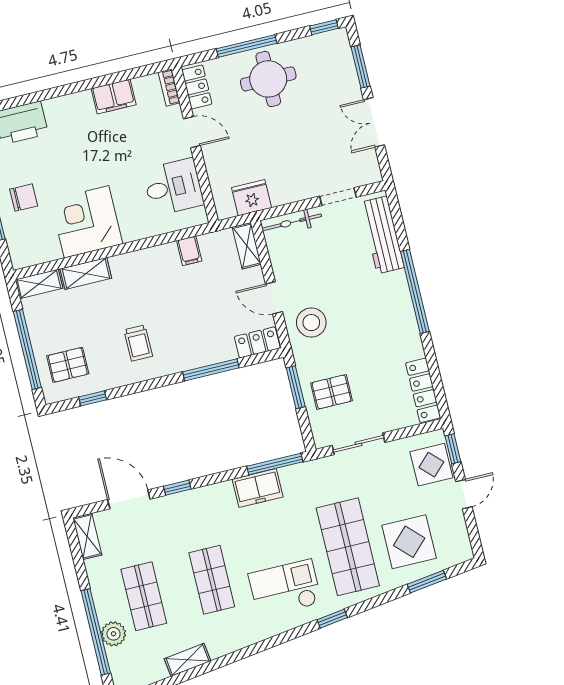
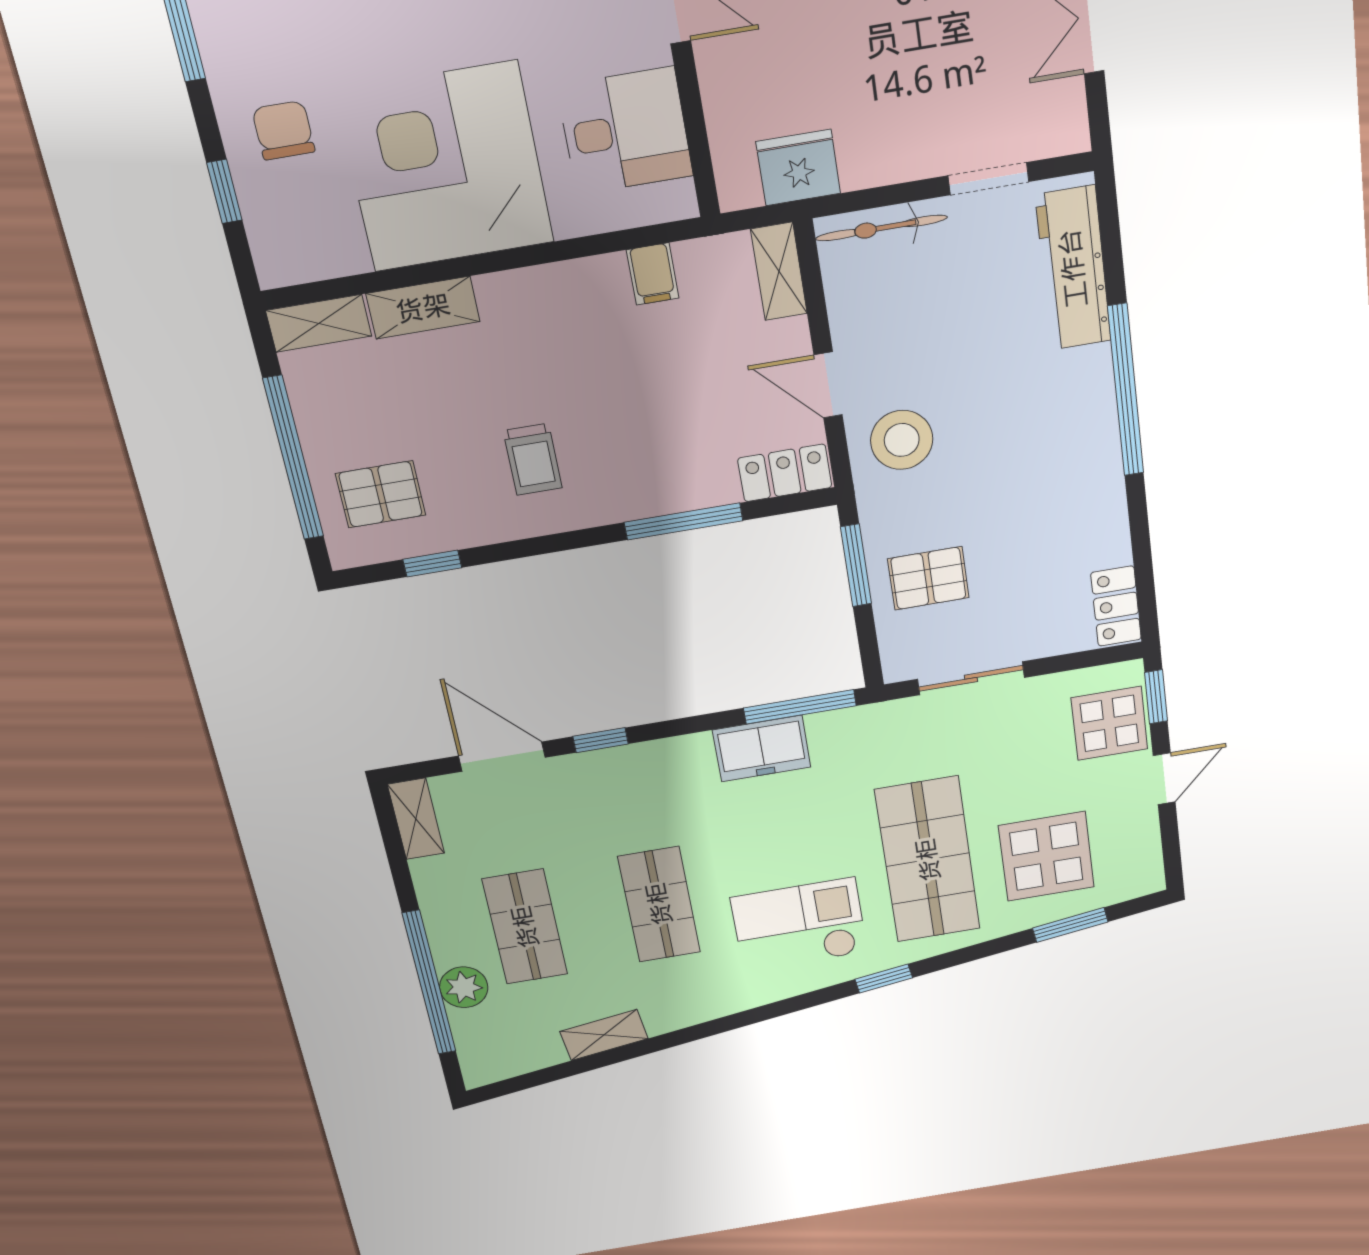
chair: (24, 198) -> (284, 130), turned -90
corner desk: (86, 222) -> (445, 167), width x1.36, depth x1.36
locker: (423, 390) -> (1116, 606), width x0.66

